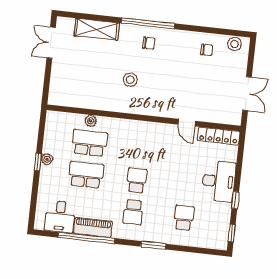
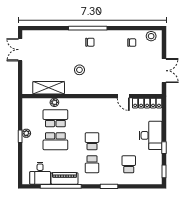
shelving: (97, 29) -> (49, 88), moved
school desk: (86, 175) -> (55, 141), turned 180

